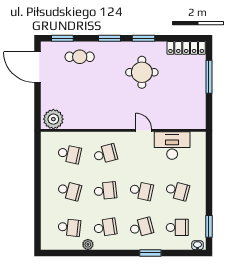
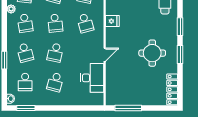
window: (209, 77) -> (128, 108), moved
fridge: (103, 121) -> (112, 21), added

